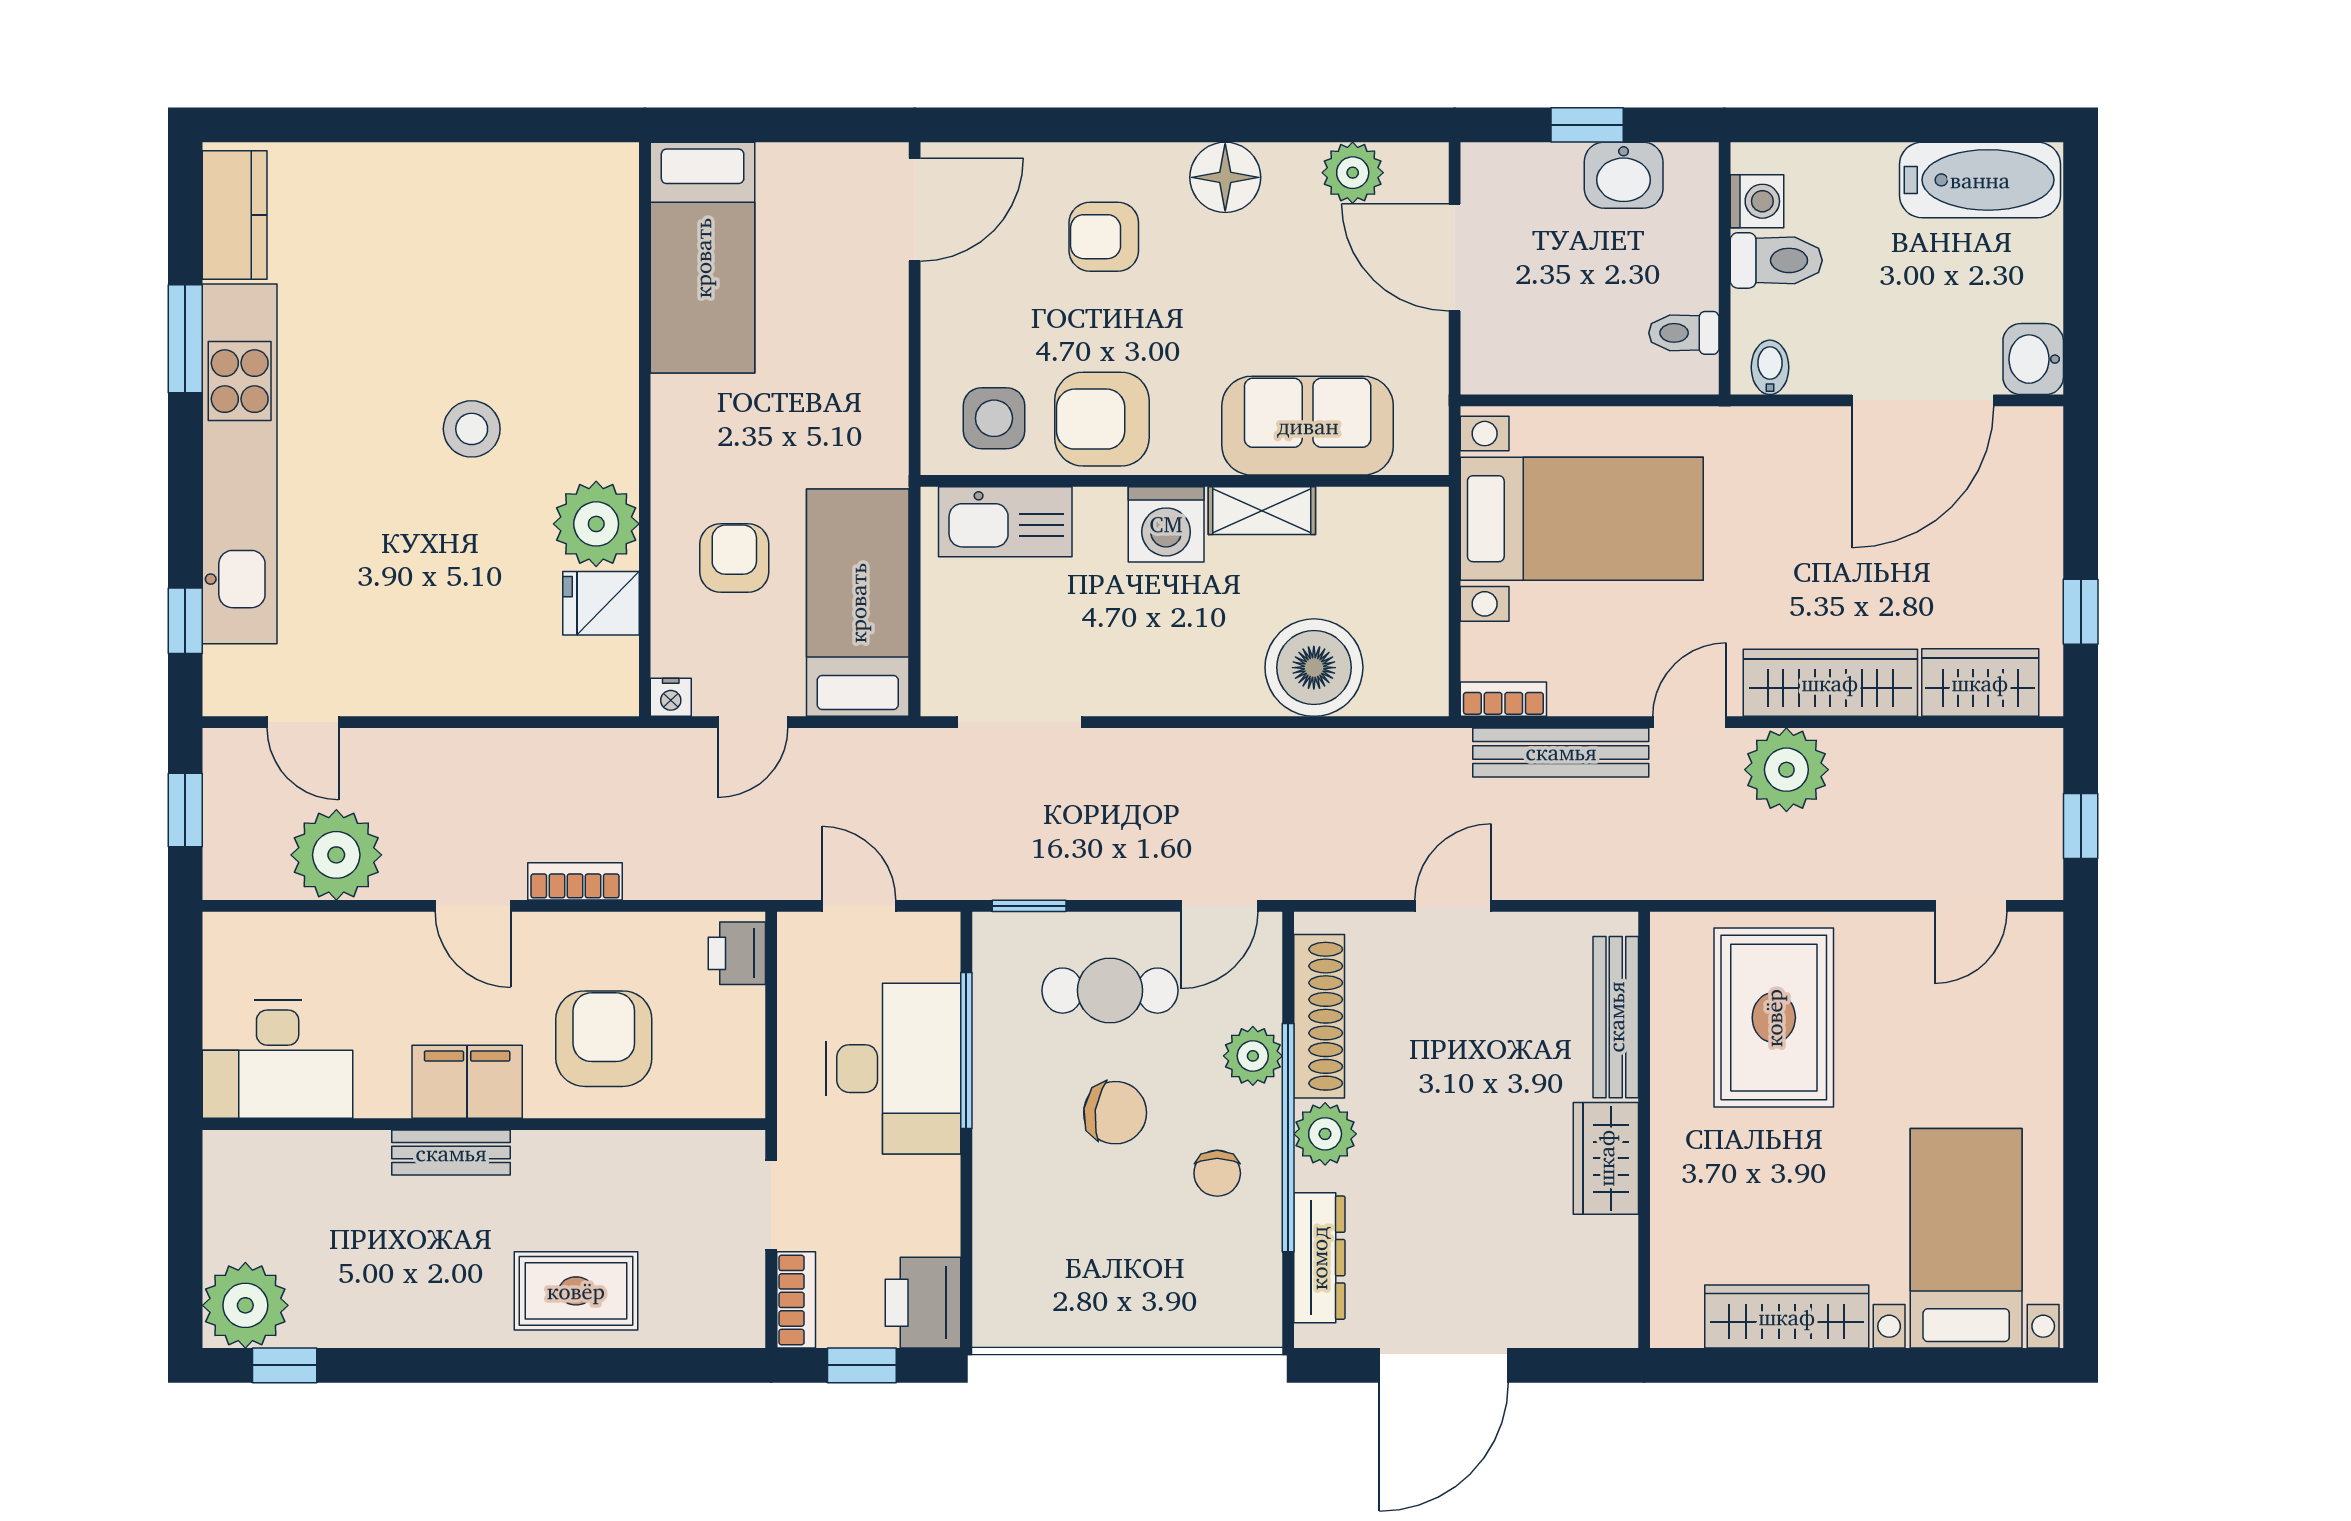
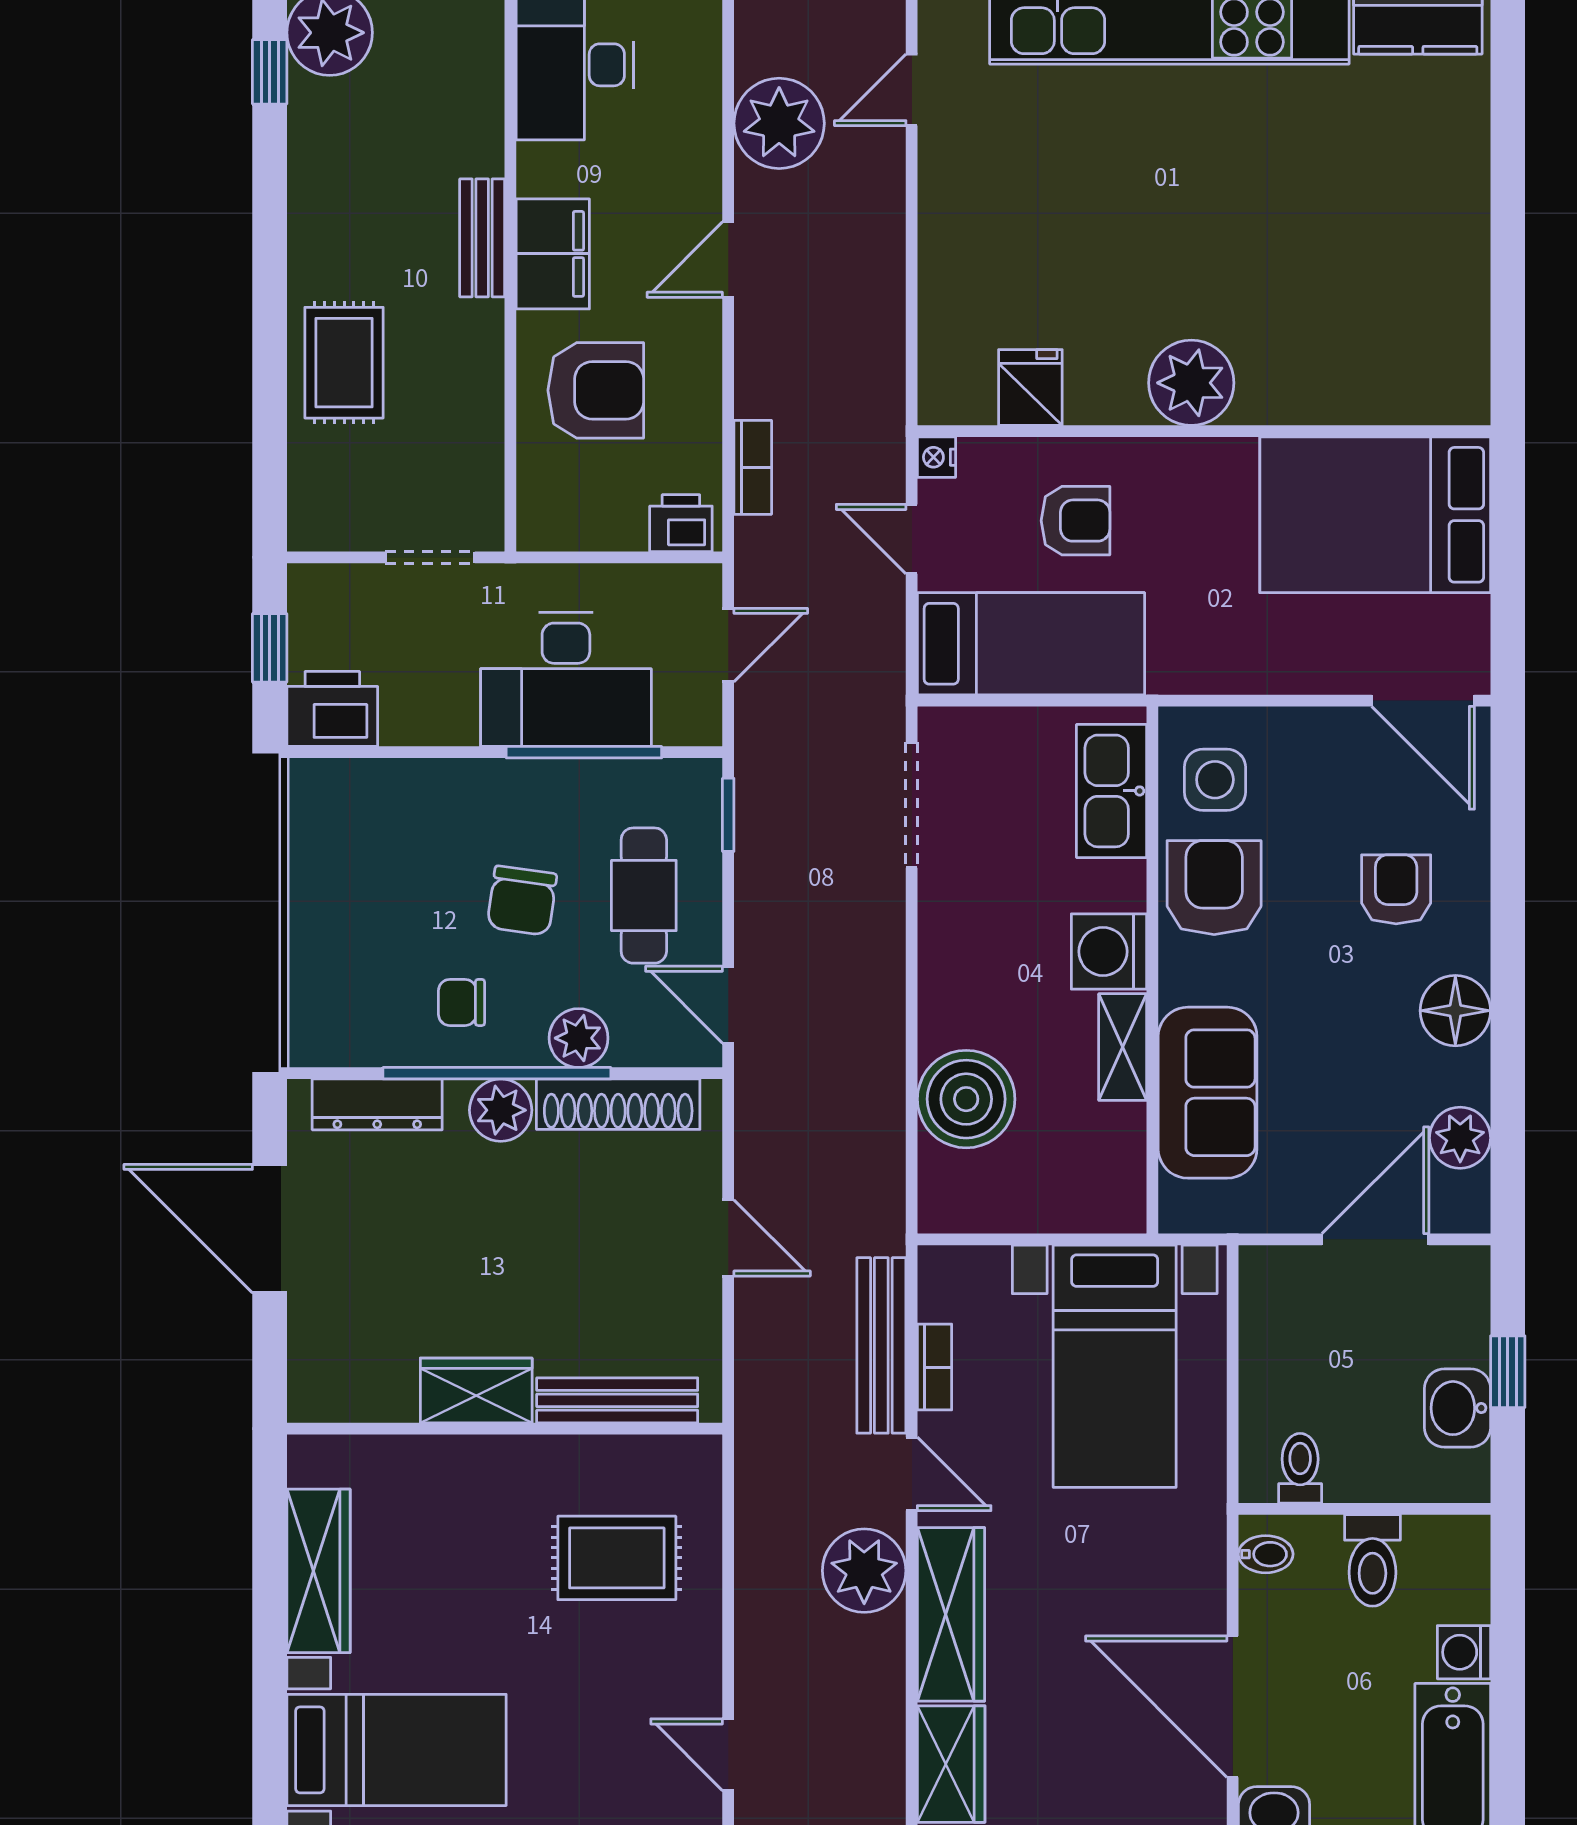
washing machine: (1757, 201) -> (1464, 1652), moved, turned 90
bed: (703, 258) -> (1375, 515), width x1.50
stool: (472, 429) -> (1204, 258), removed
plant: (596, 524) -> (1191, 383), moved
bookcase: (1503, 699) -> (935, 1367), moved
bookcase: (575, 881) -> (753, 467), moved
rug: (1774, 1018) -> (617, 1558), width x0.73, depth x0.70
bookcase: (796, 1300) -> (335, 582), removed

